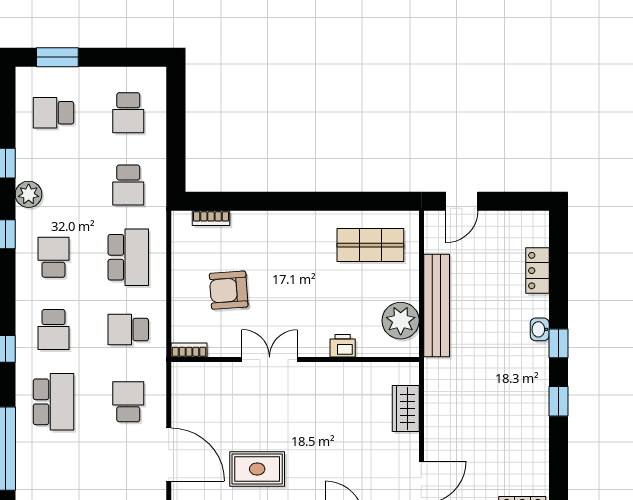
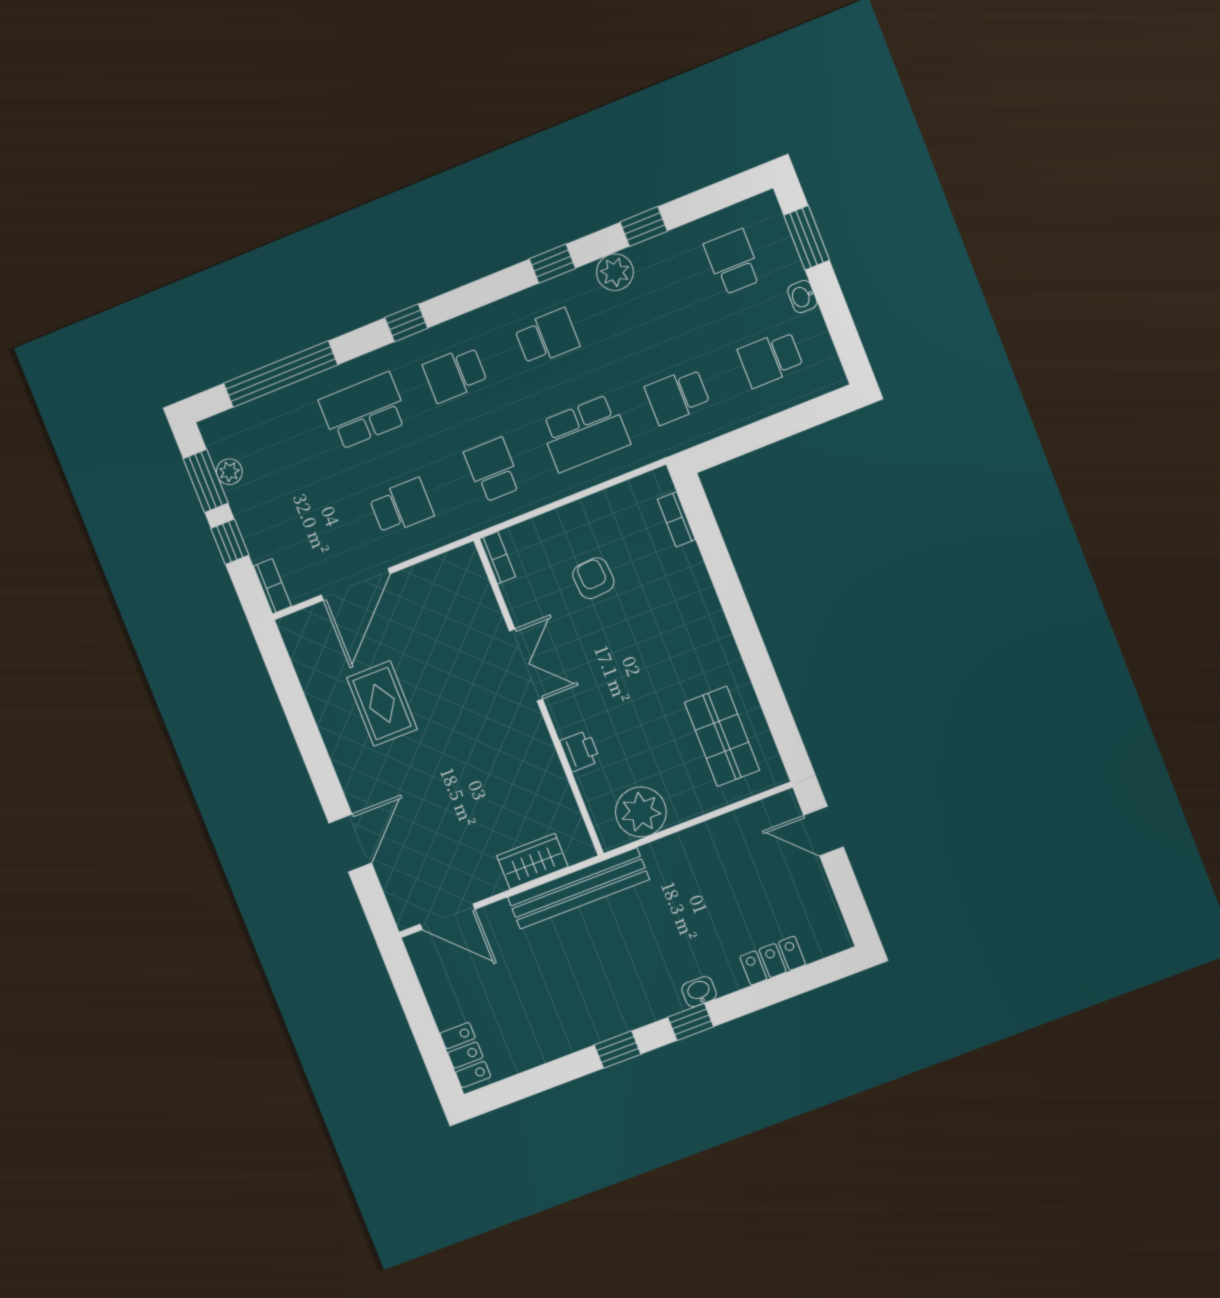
washbasin: (95, 75) -> (802, 297), added
armchair: (229, 290) -> (593, 578), width x0.72, depth x0.72
bench: (437, 305) -> (578, 888), moved
school desk: (53, 402) -> (364, 411), turned 180

